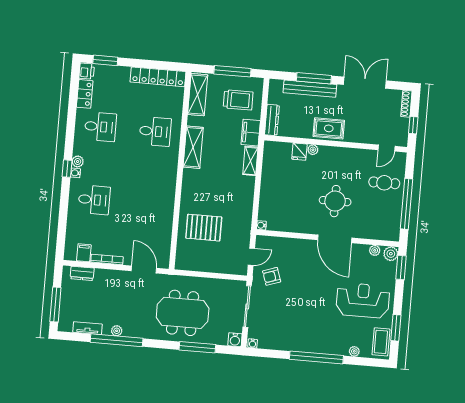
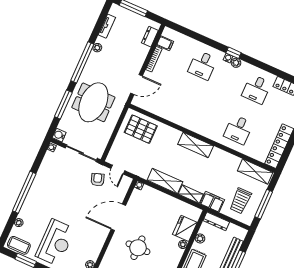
plant: (299, 132) -> (200, 238), added
shelving: (193, 147) -> (196, 145), moved
fridge: (299, 152) -> (185, 228), width x1.88, depth x1.34
shelving: (246, 197) -> (165, 181), added
pallet: (204, 228) -> (141, 129), moved, turned 90
door: (335, 239) -> (118, 217), moved
window: (117, 340) -> (82, 62), moved

